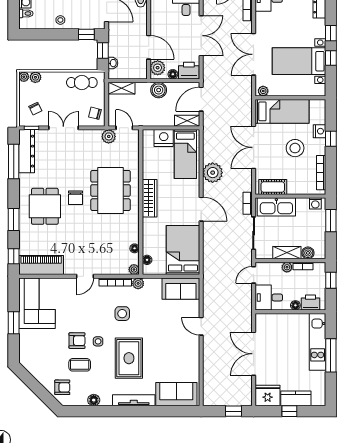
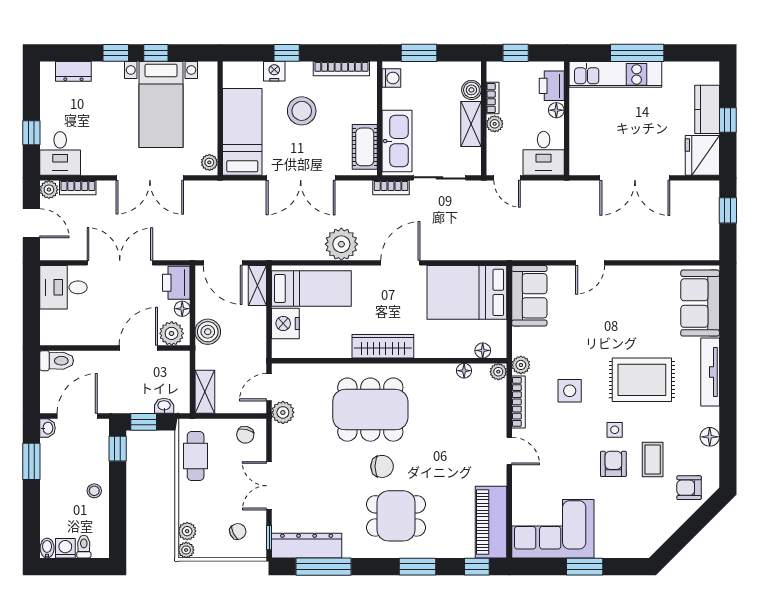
armchair: (62, 387) -> (689, 488), turned -90

